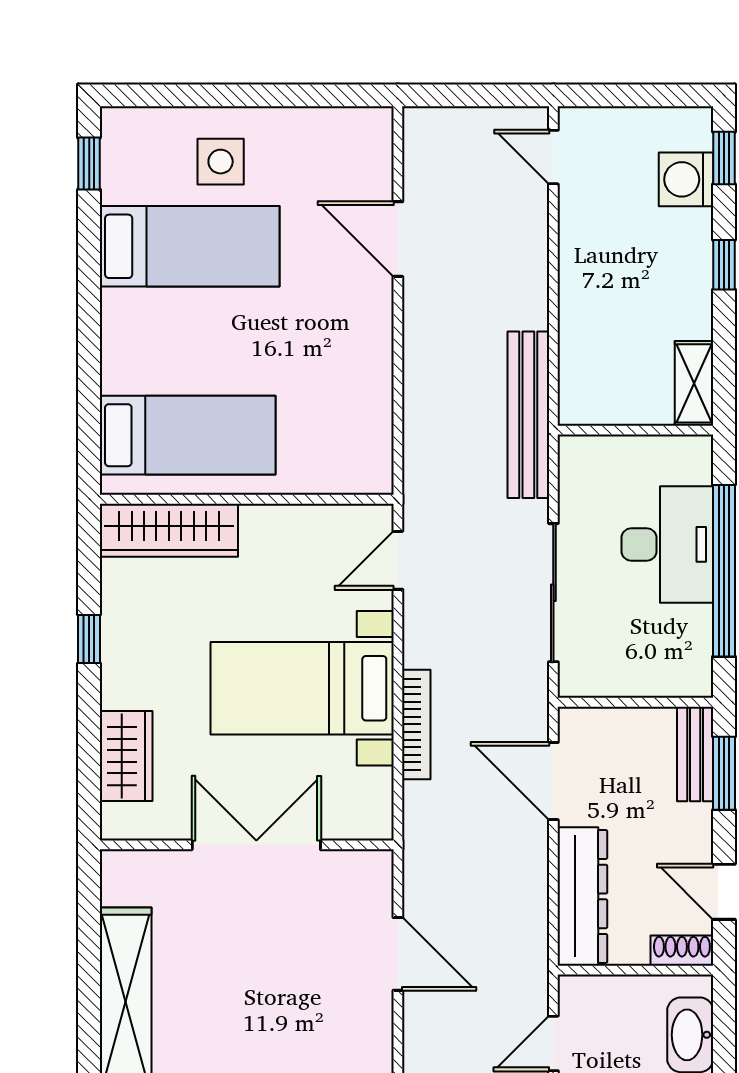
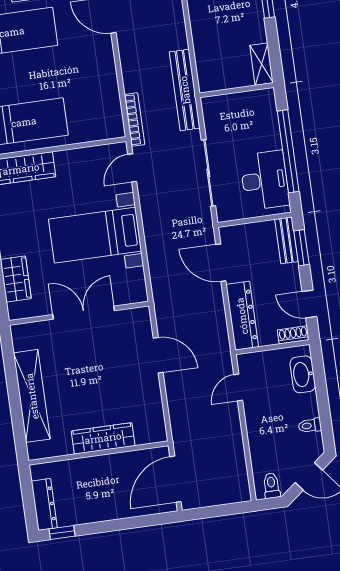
desk: (667, 544) -> (265, 180), moved
bookcase: (416, 724) -> (134, 120), moved

